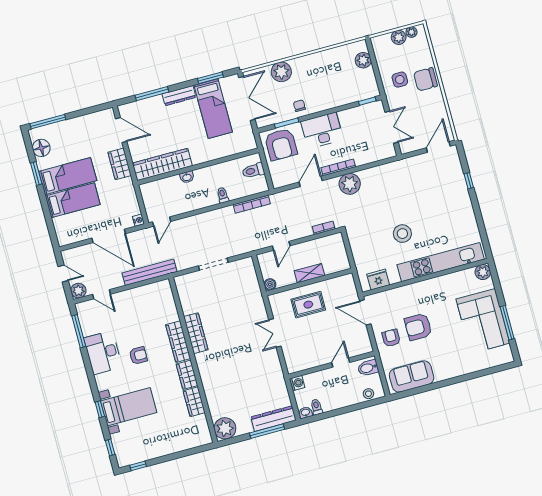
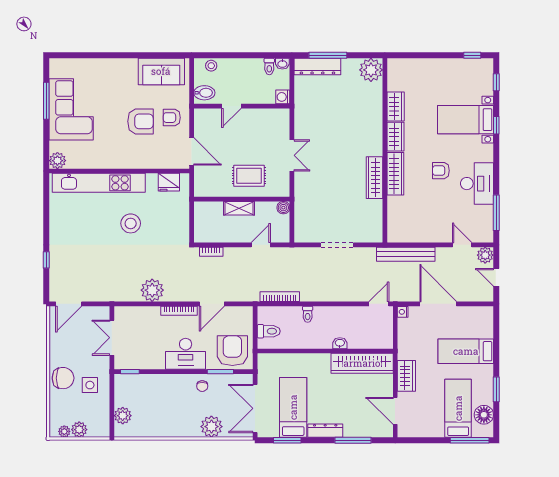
bed: (68, 176) -> (458, 408), moved, turned 90
plant: (350, 184) -> (152, 290), moved
armchair: (391, 338) -> (172, 118), turned 90

